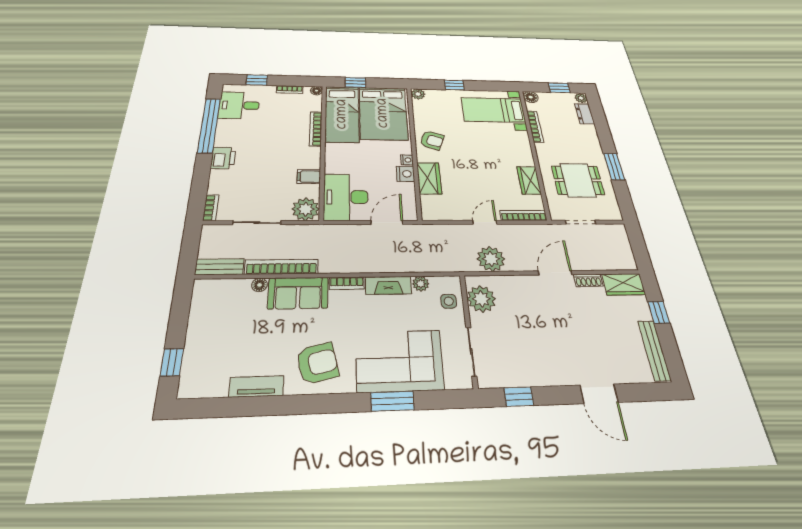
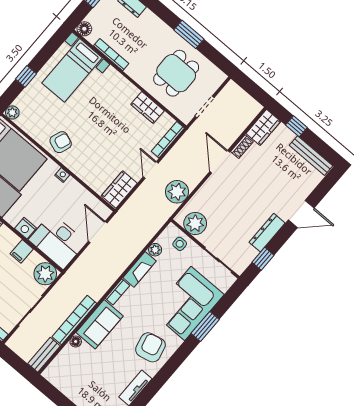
nightstand: (405, 174) -> (26, 228), moved, turned 180
wardrobe: (429, 178) -> (119, 189), moved, turned -90
dresser: (546, 376) -> (267, 233), added

